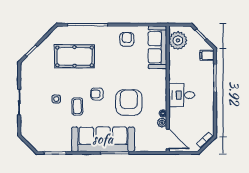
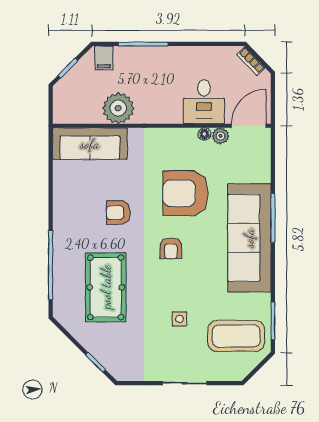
armchair: (127, 39) -> (118, 213), moved
plant: (178, 40) -> (118, 108), moved
desk: (182, 95) -> (204, 102), moved
coffee table: (77, 106) -> (236, 336), moved, width x1.86, depth x1.72

